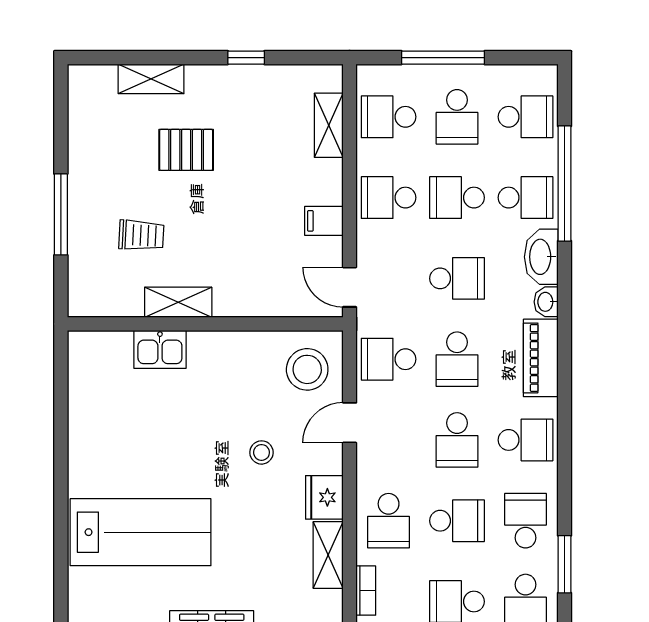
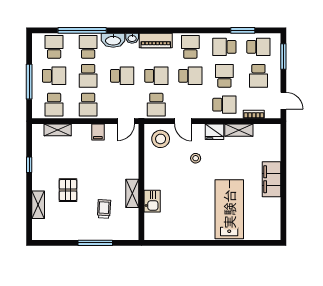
school desk: (457, 278) -> (122, 76), turned 90

